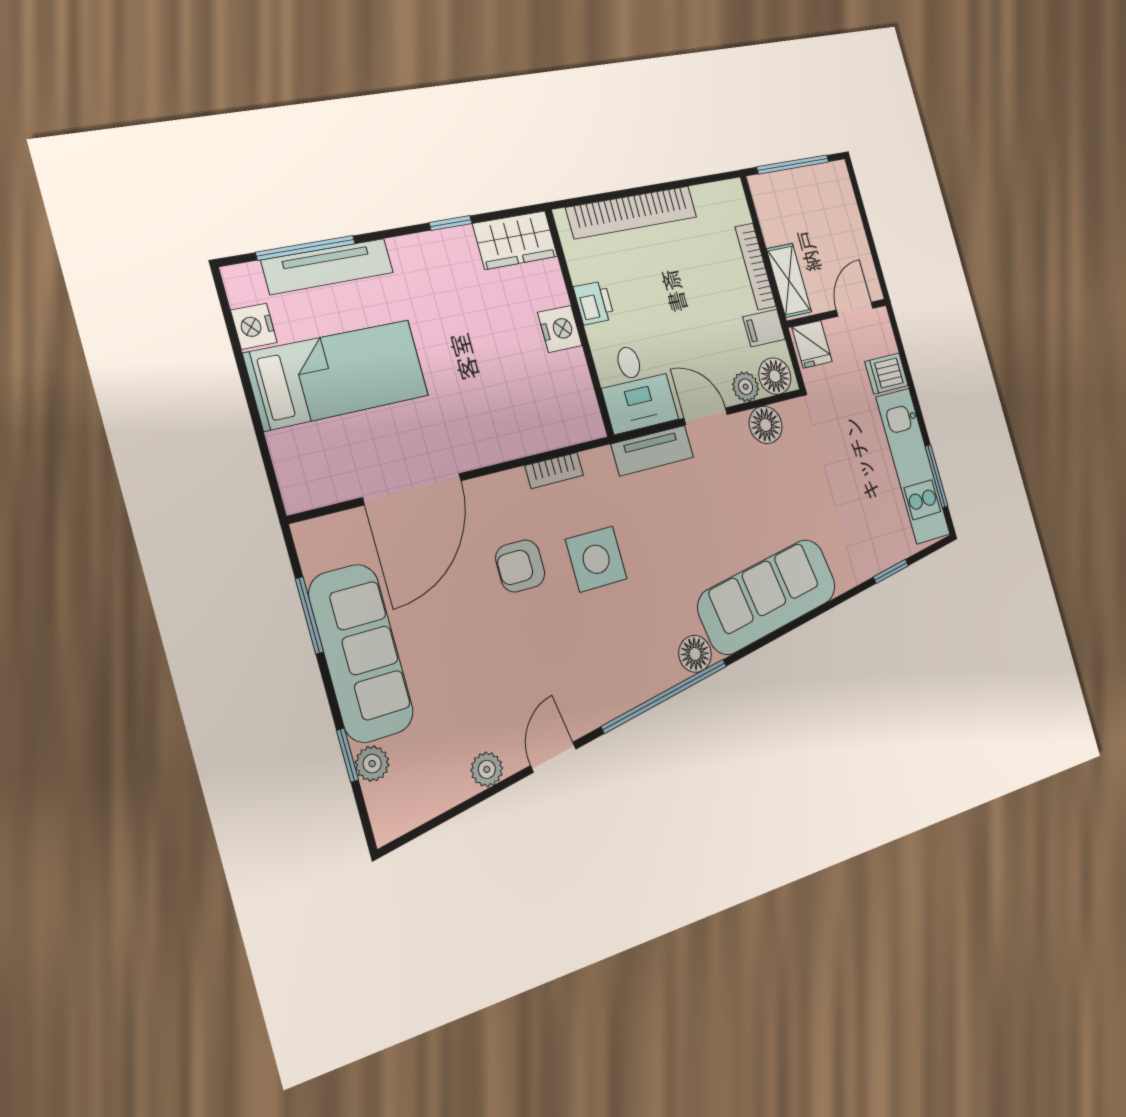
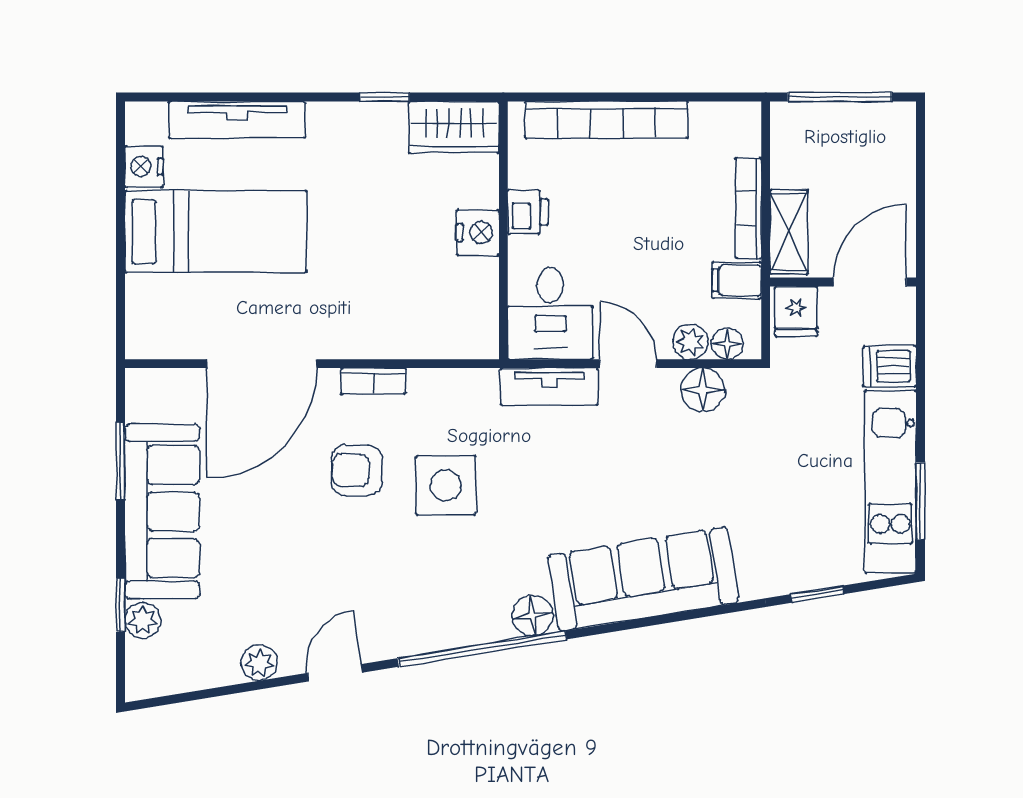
window: (306, 248) -> (219, 97), removed
door: (855, 309) -> (870, 282), width x1.38
floor lamp: (775, 376) -> (727, 344), width x0.73, depth x0.73
bookcase: (554, 470) -> (373, 381), moved

